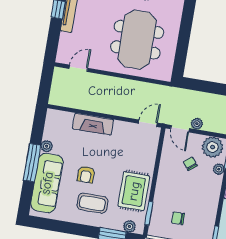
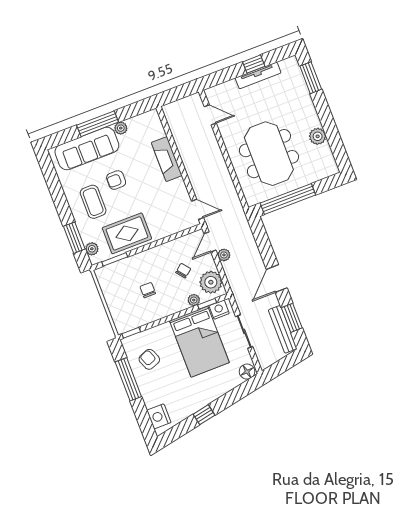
meeting table: (137, 40) -> (269, 154), turned 90
window: (182, 46) -> (288, 199), added
chair: (178, 218) -> (148, 290), moved

